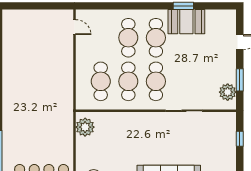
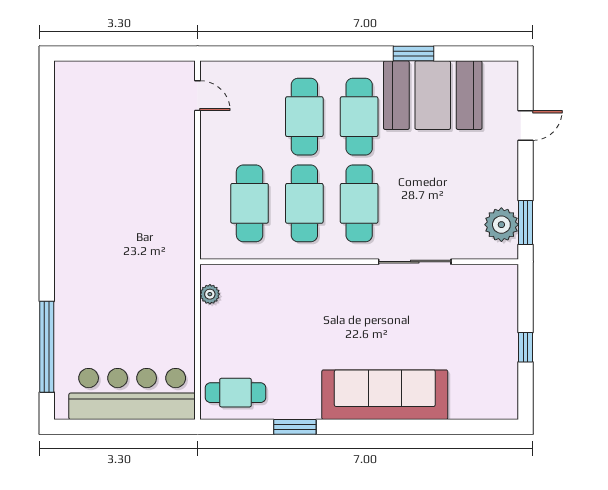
booth: (186, 22) -> (433, 95), width x1.36, depth x1.42
window: (240, 80) -> (525, 222), moved
plant: (85, 127) -> (210, 294), width x0.53, depth x0.53
window: (240, 139) -> (525, 347), moved

